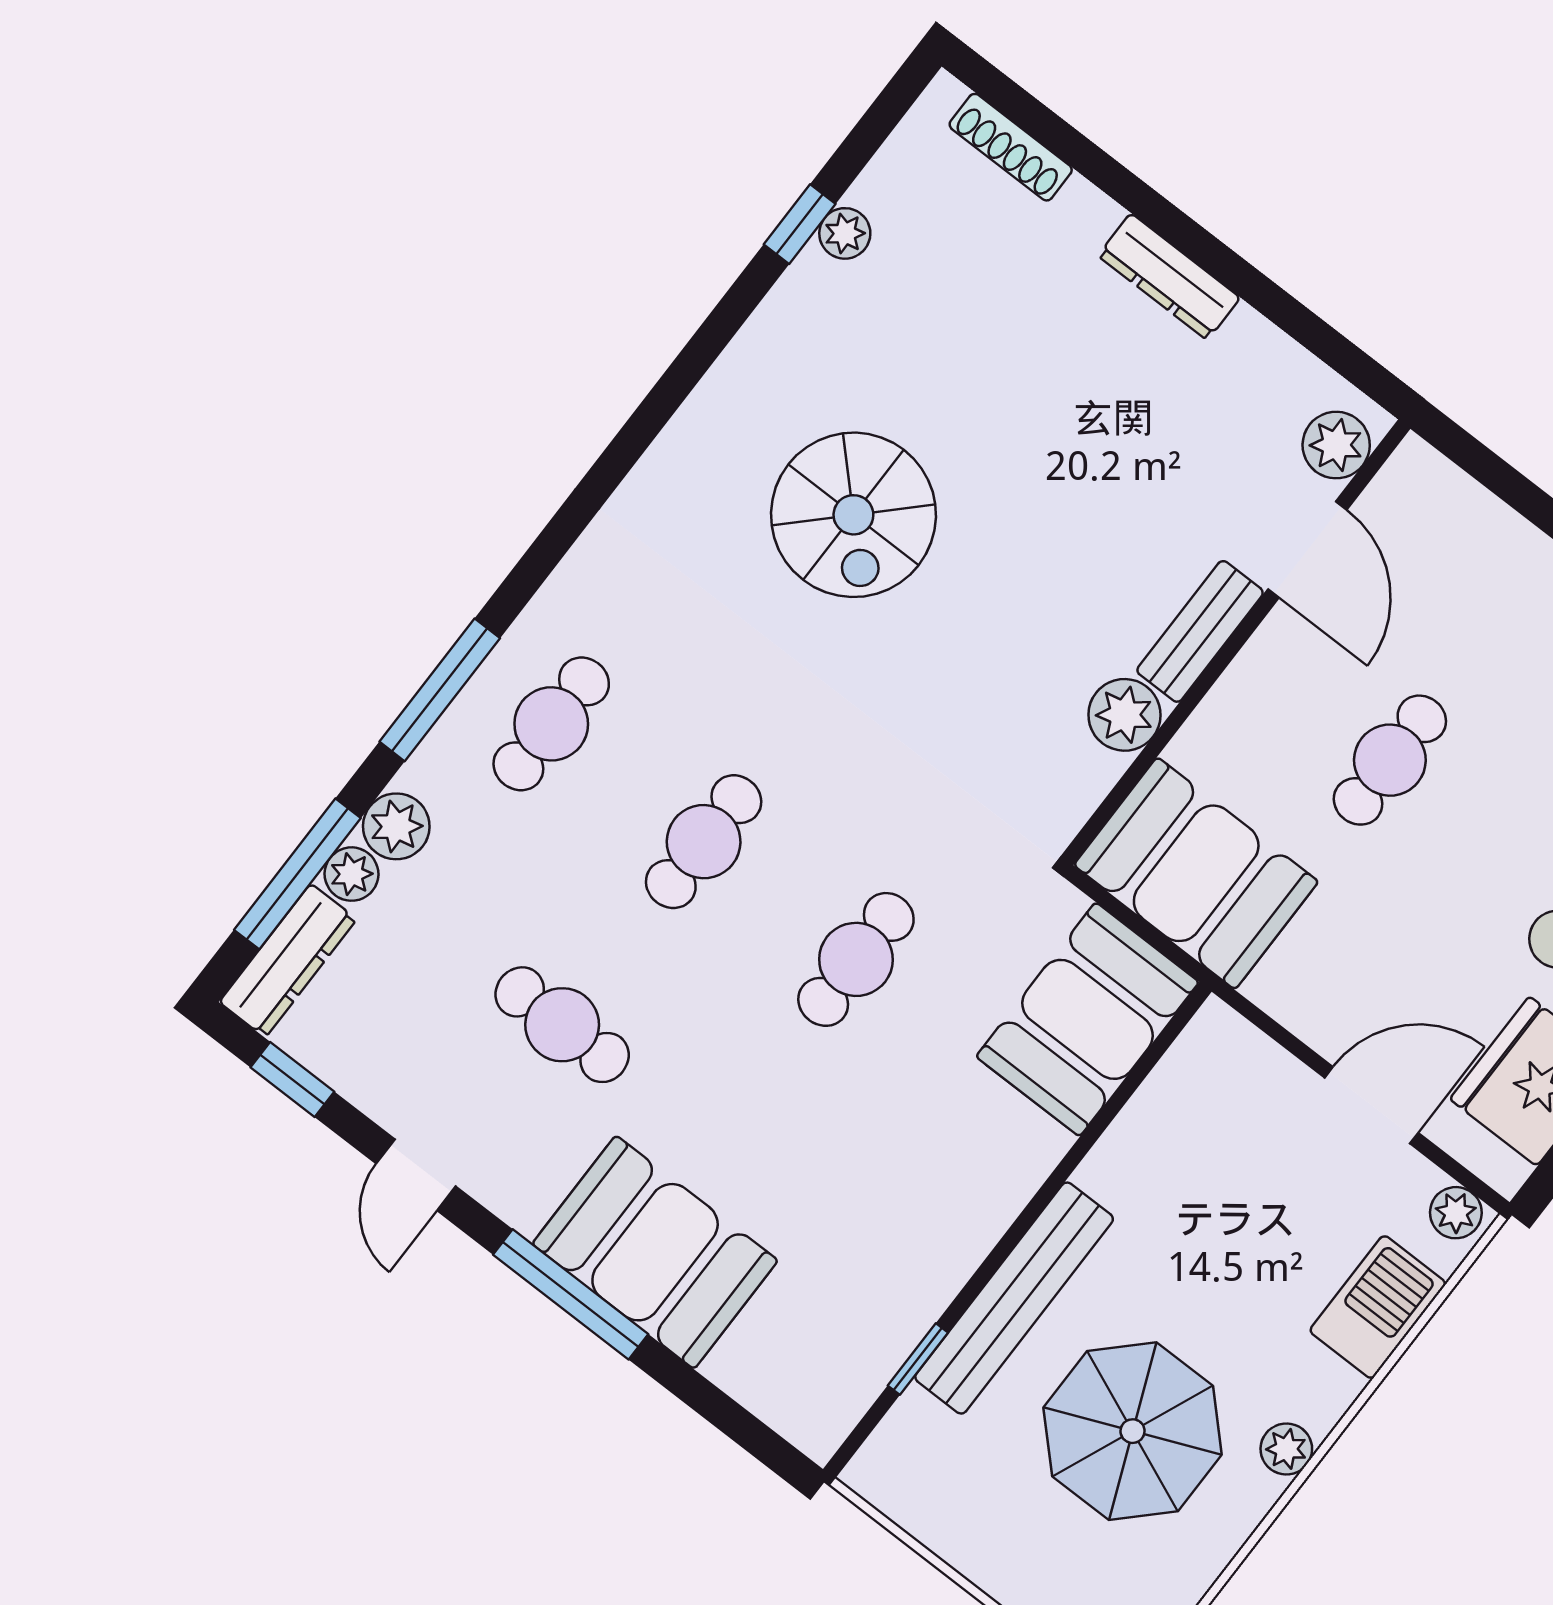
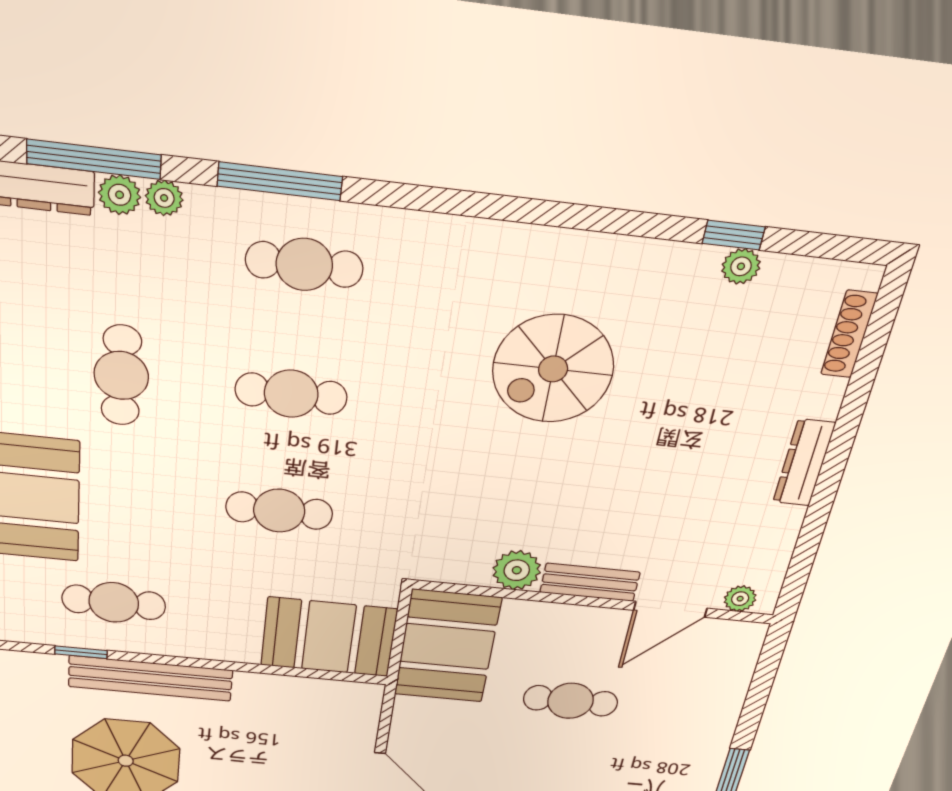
plant: (1336, 445) -> (740, 599), width x0.73, depth x0.73
plant: (396, 826) -> (164, 198), width x0.73, depth x0.73
cafe table: (867, 1260) -> (114, 602), added

